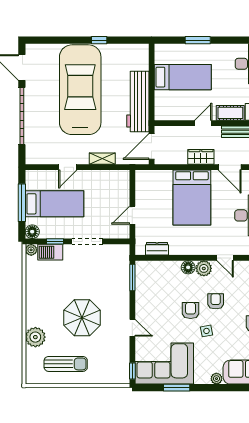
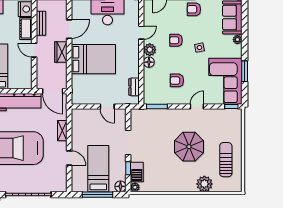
armchair: (191, 311) -> (177, 80), moved

